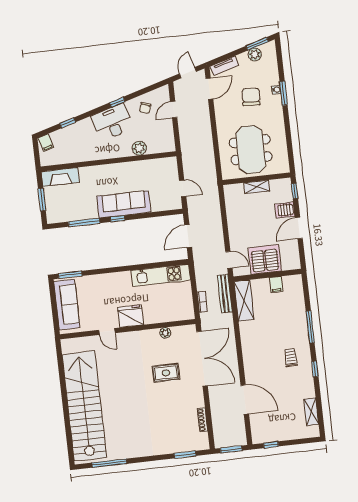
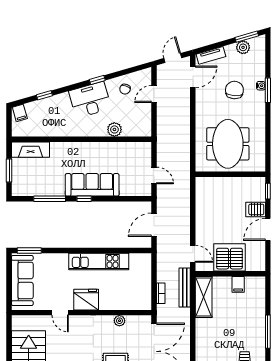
shelving: (257, 187) -> (230, 183), removed
kitchen unit: (161, 275) -> (99, 262), moved

